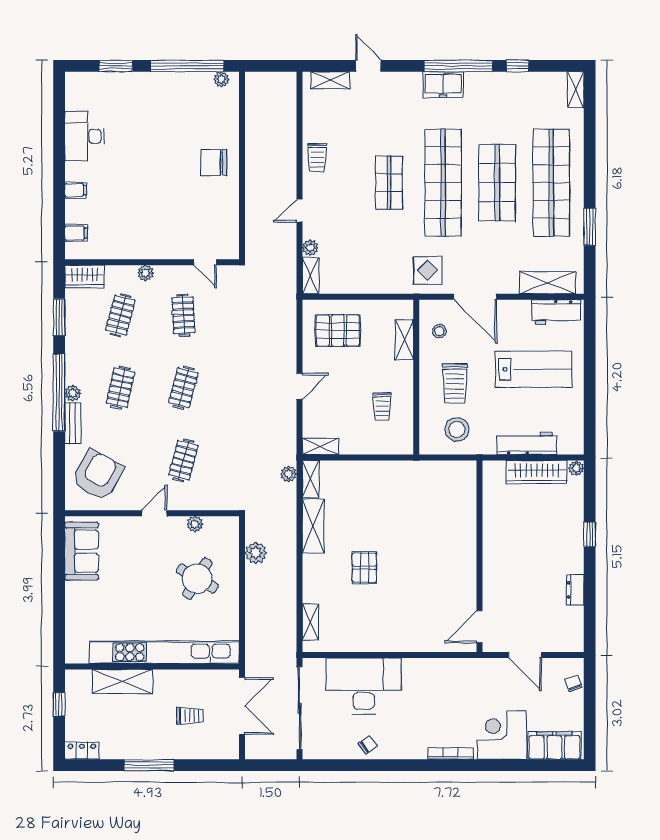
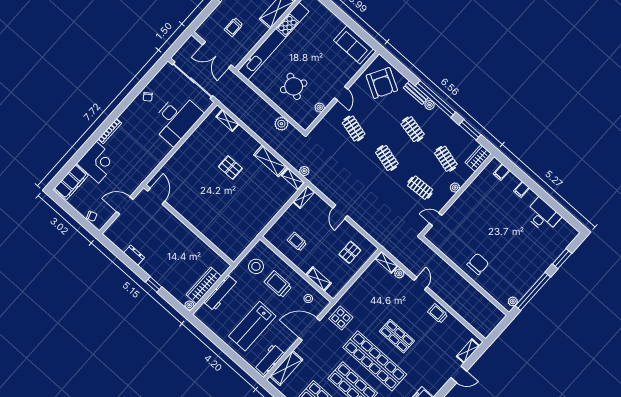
pallet: (338, 330) -> (350, 252), width x0.67, depth x0.71

